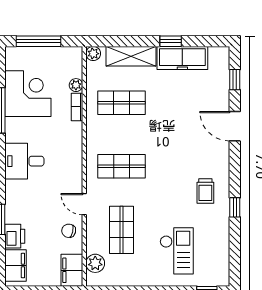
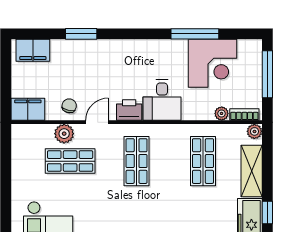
bookcase: (77, 107) -> (244, 115), moved
desk: (24, 161) -> (162, 100), moved, turned 180
printer: (15, 236) -> (129, 110), moved, turned 180
plant: (95, 263) -> (64, 134), moved

